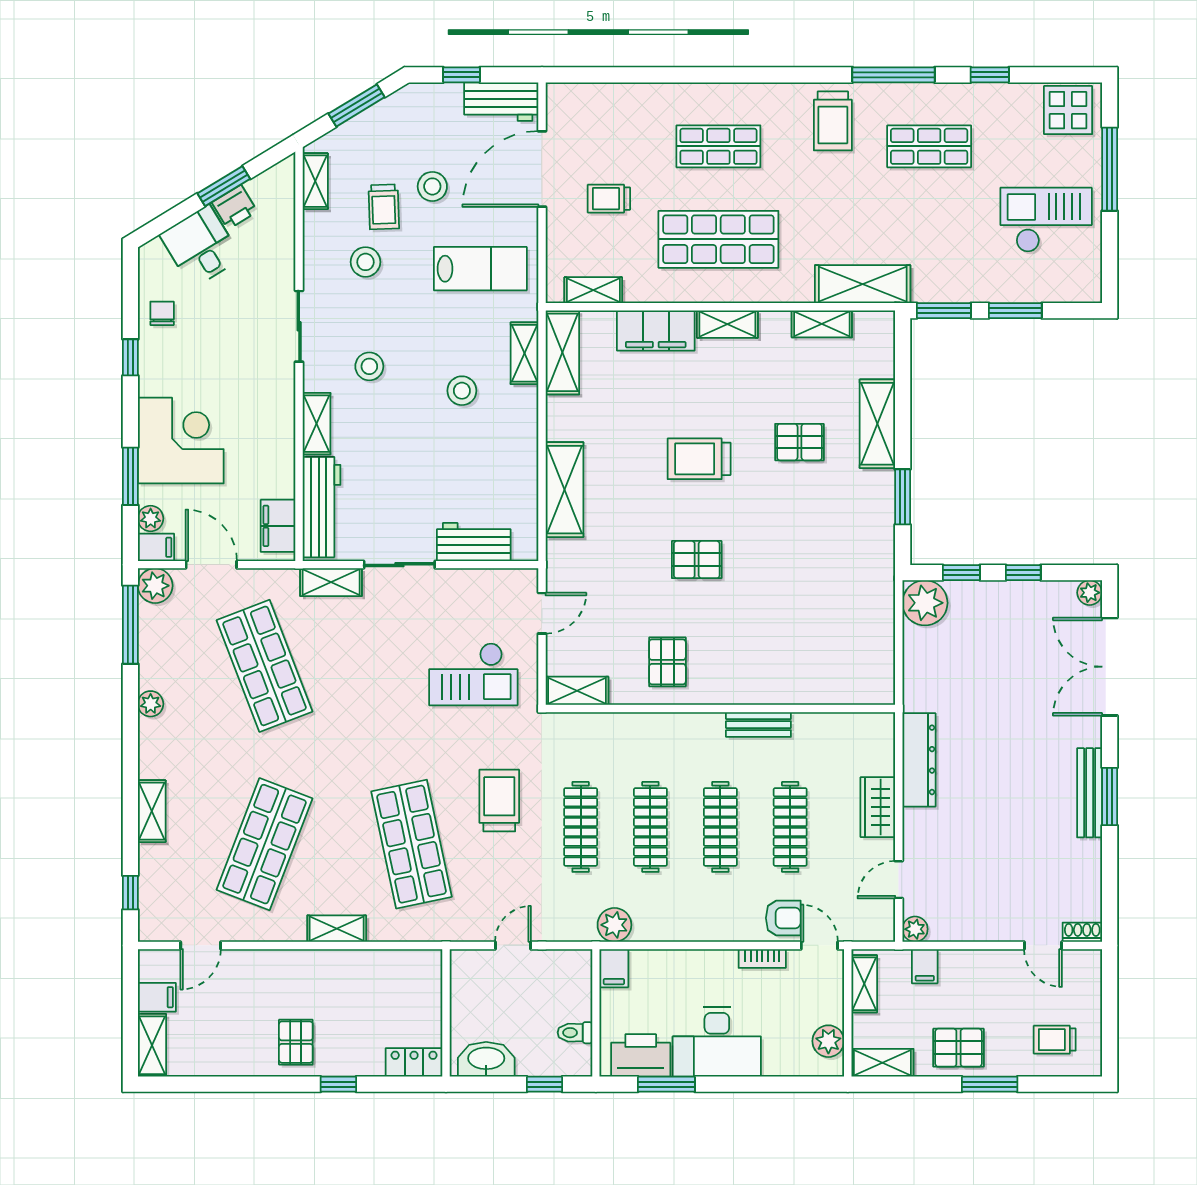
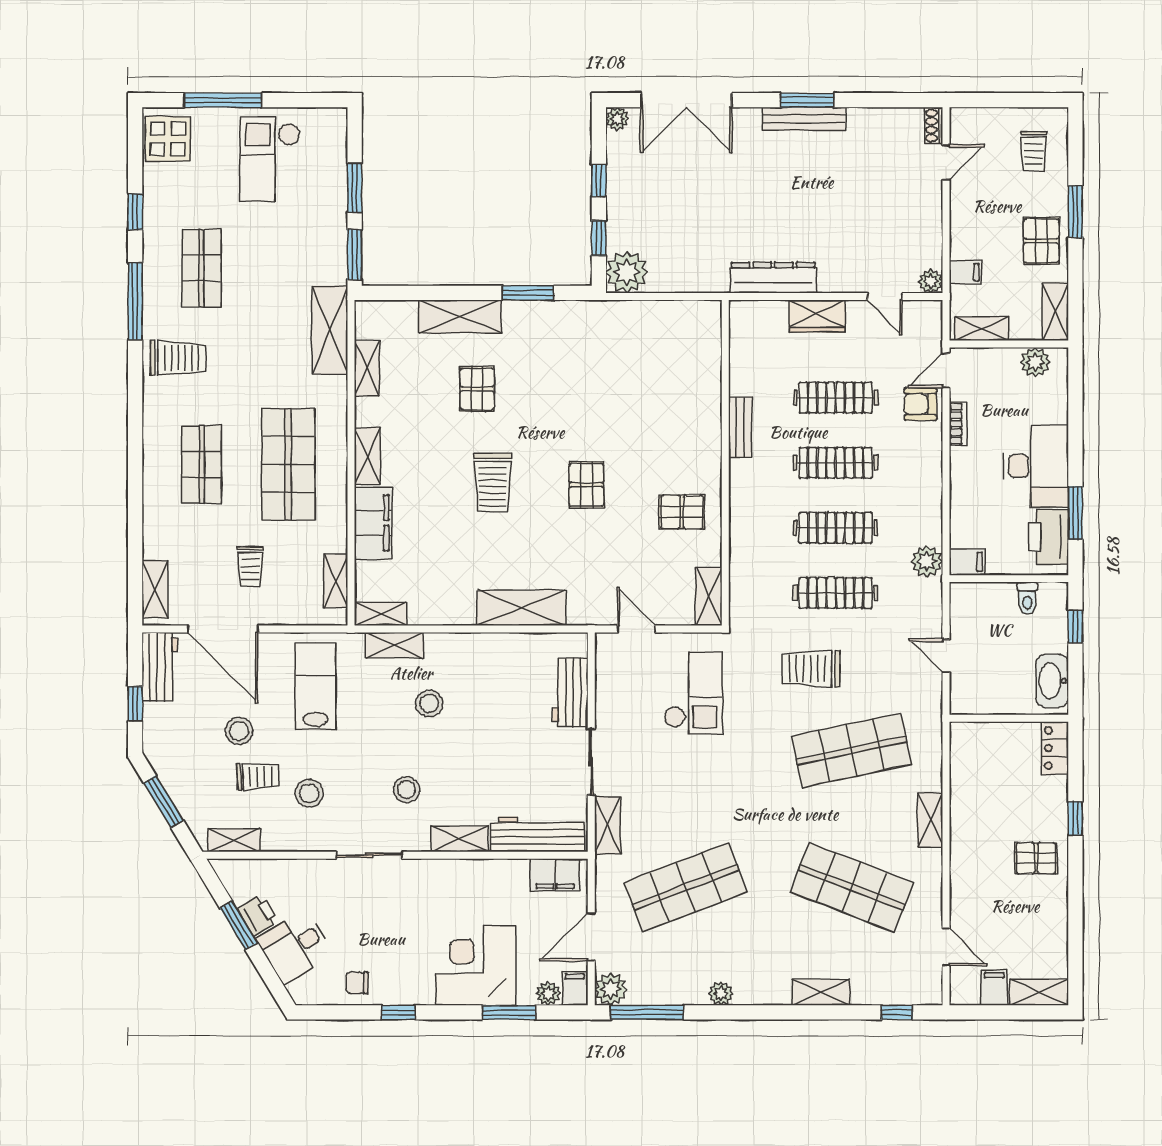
shelving: (584, 96) -> (155, 589), added
shelving: (562, 352) -> (380, 614), width x0.67, depth x0.75
armchair: (783, 918) -> (920, 404), turned -90

